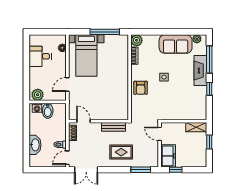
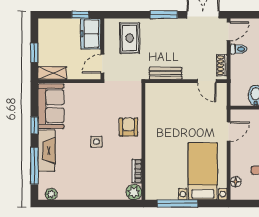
sofa: (176, 44) -> (51, 106), moved, turned 90
door: (160, 134) -> (102, 64), swing flipped
rug: (121, 152) -> (130, 38), moved, turned 90
window: (141, 170) -> (164, 15), moved

